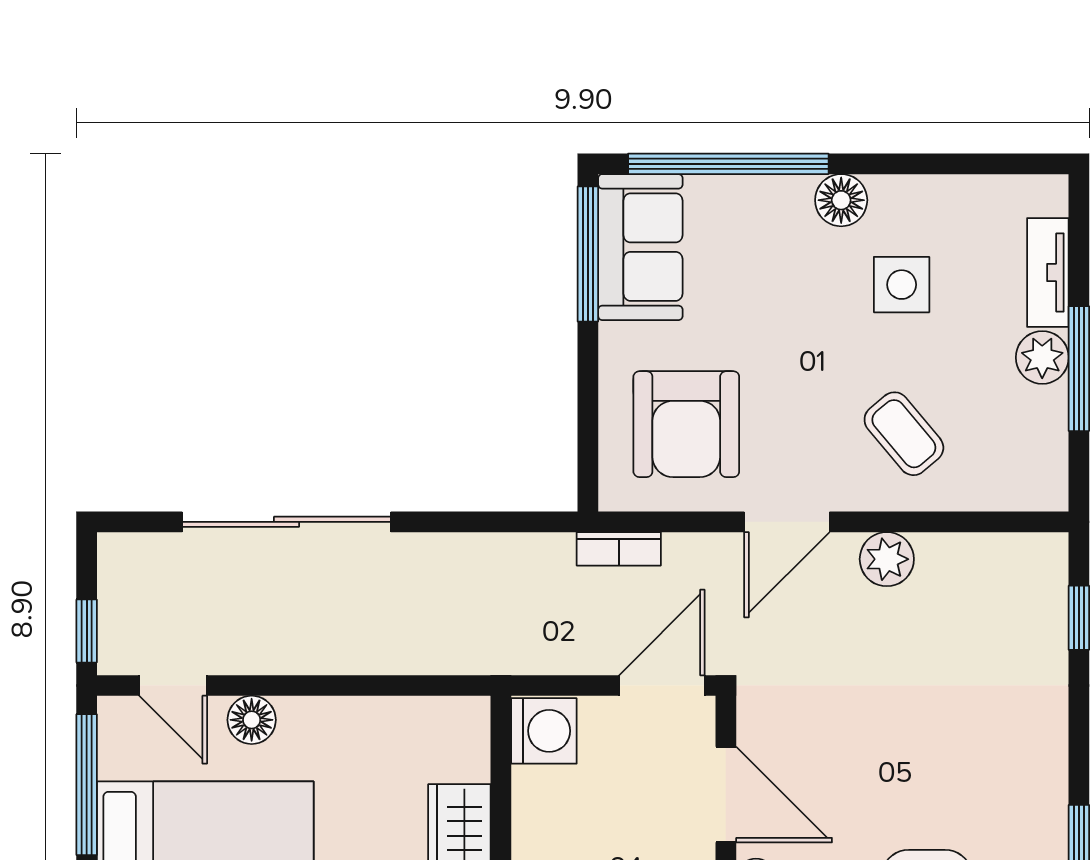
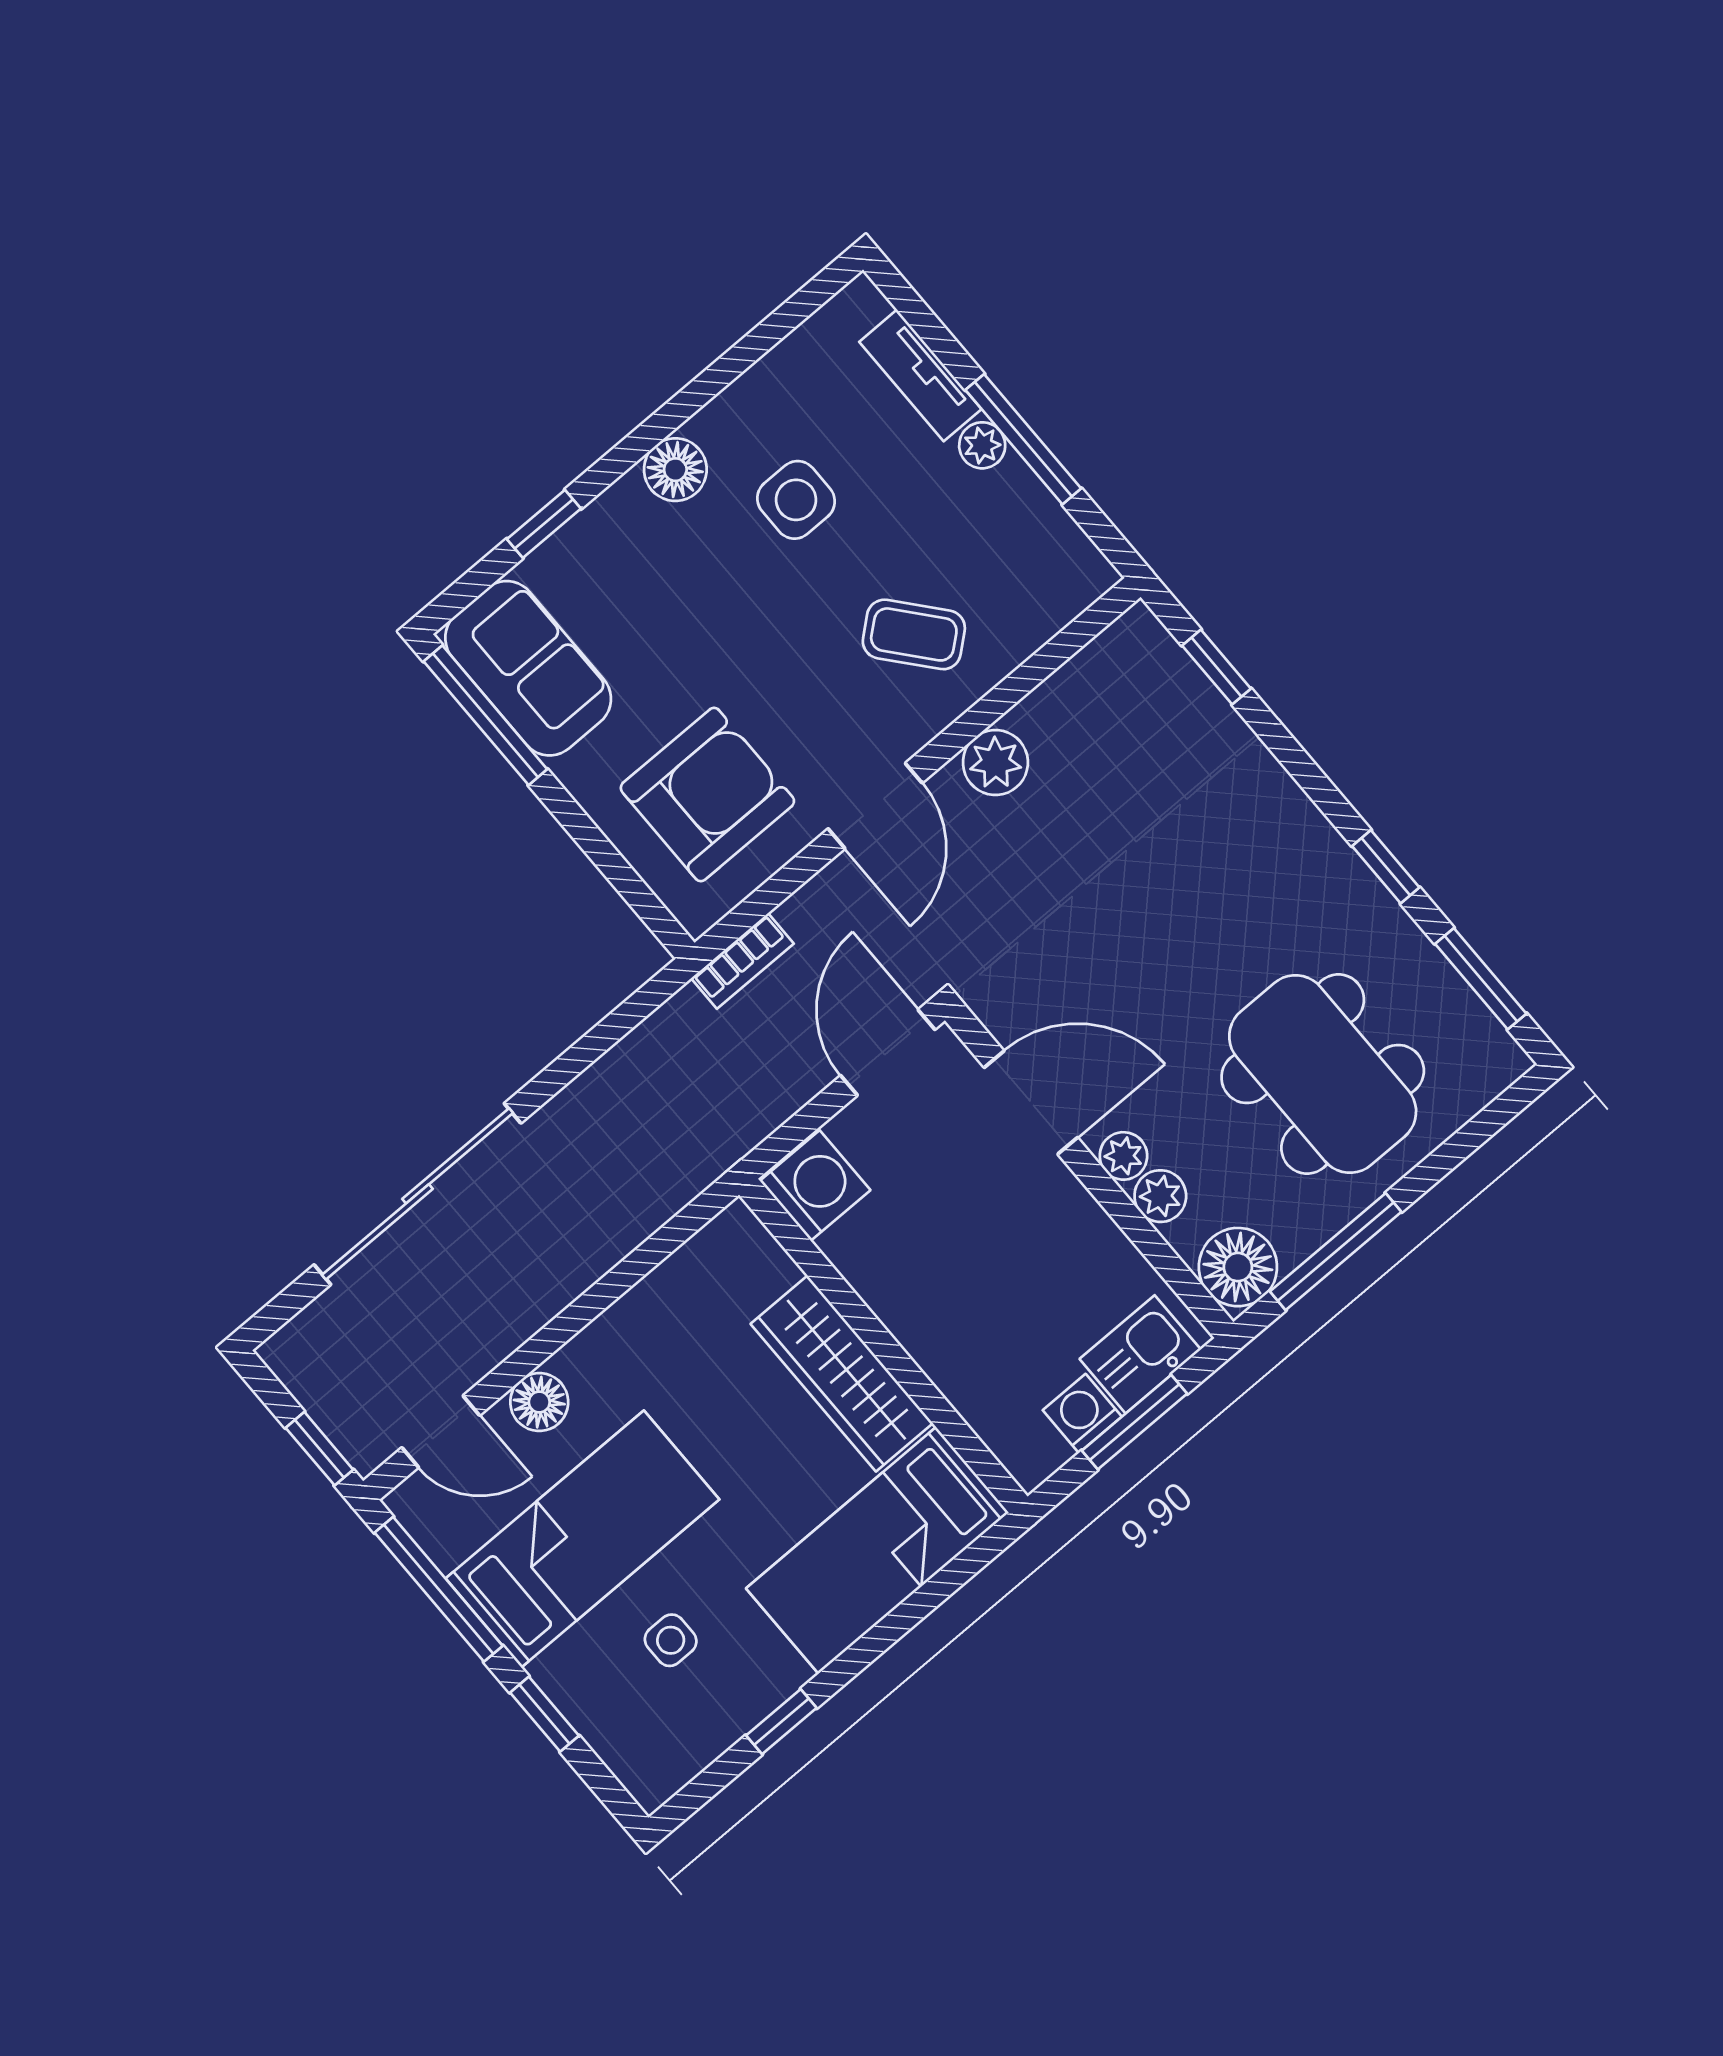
window: (728, 164) -> (544, 524), width x0.32
plant: (1042, 357) -> (982, 445), width x0.73, depth x0.73
armchair: (686, 424) -> (707, 794), turned -90

